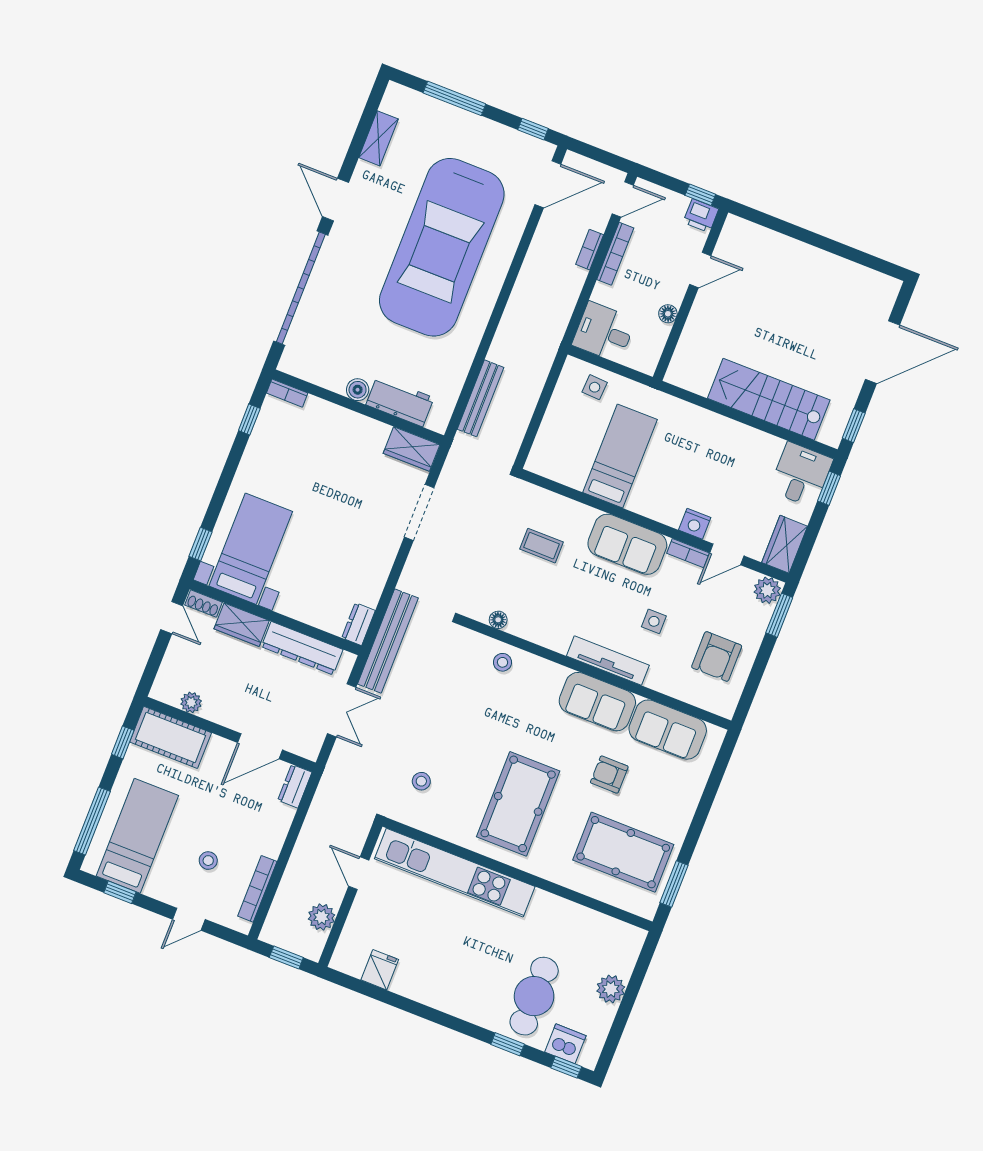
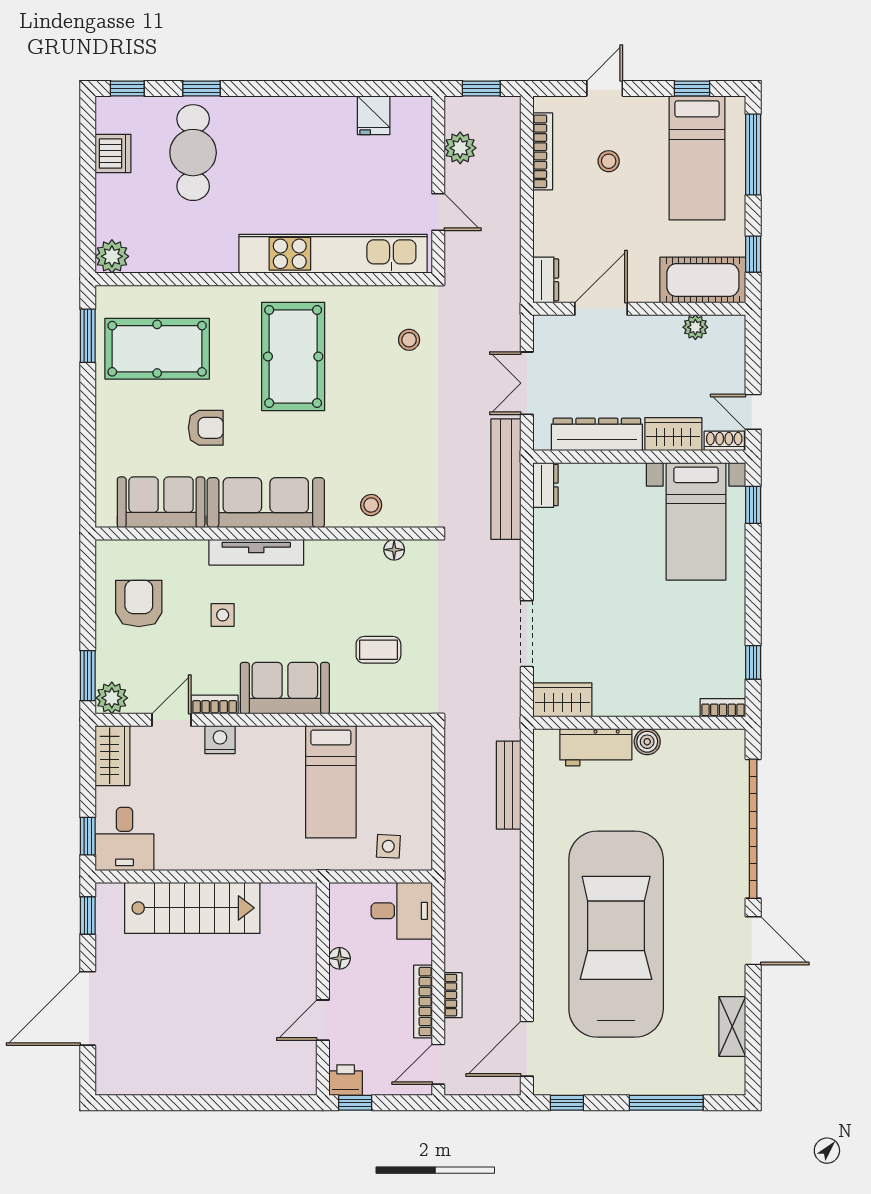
sofa: (597, 702) -> (266, 503), width x1.36
plant: (611, 989) -> (112, 256), moved
dishwasher: (565, 1044) -> (113, 153), moved, turned -90

